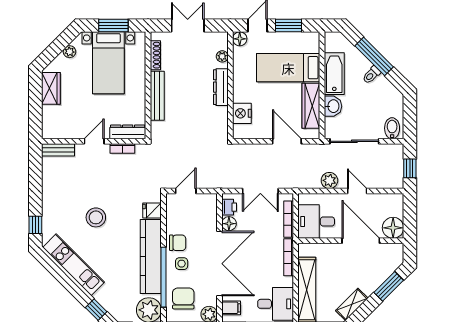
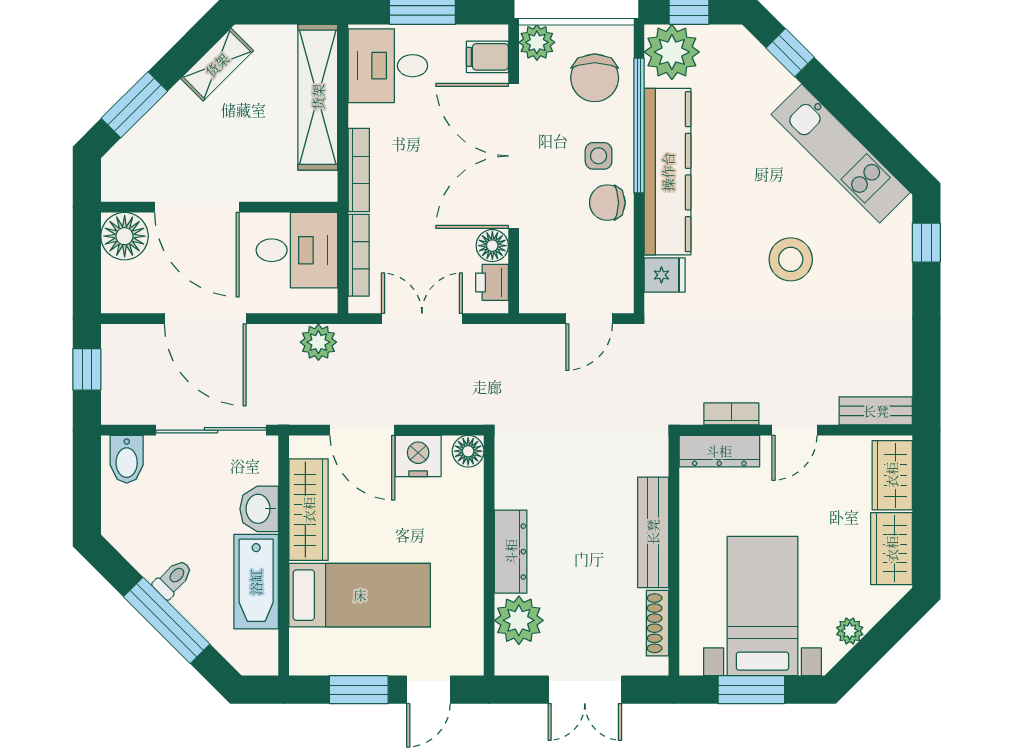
floor lamp: (240, 39) -> (468, 451), moved
plant: (222, 56) -> (519, 620), width x1.88, depth x1.88
nightstand: (242, 113) -> (418, 456), moved, turned -90
wardrobe: (51, 121) -> (892, 475), added
plant: (329, 180) -> (318, 342), moved
door: (357, 191) -> (205, 319), width x1.87

